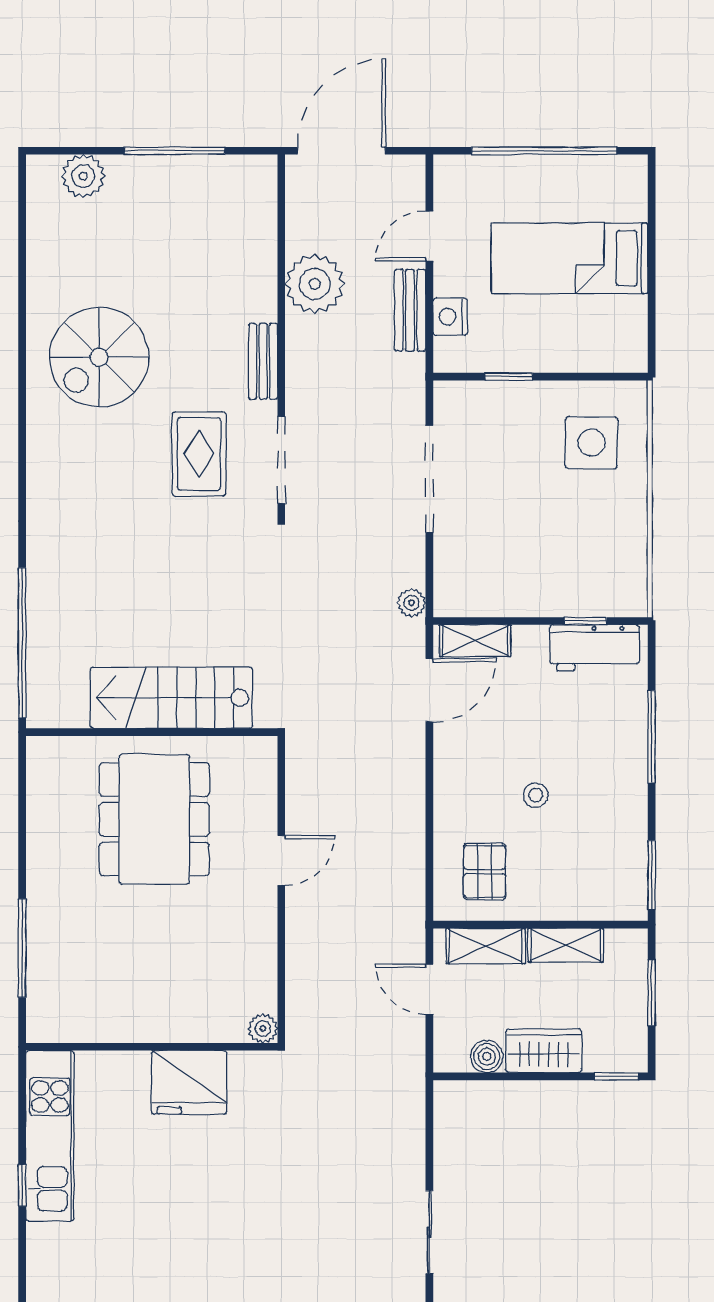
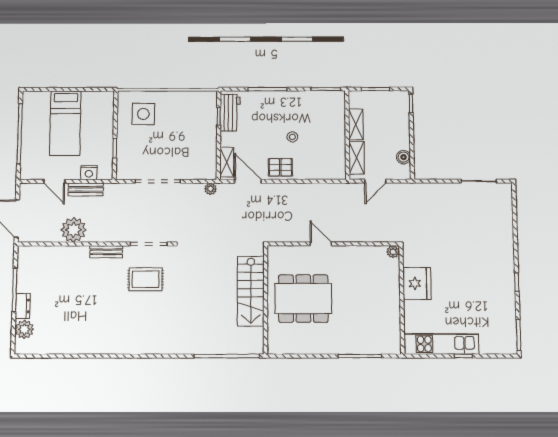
dresser: (137, 171) -> (23, 306), added
spiral stairs: (99, 357) -> (103, 322), removed
pallet: (485, 872) -> (280, 167), moved
wardrobe: (544, 1051) -> (401, 133), removed

